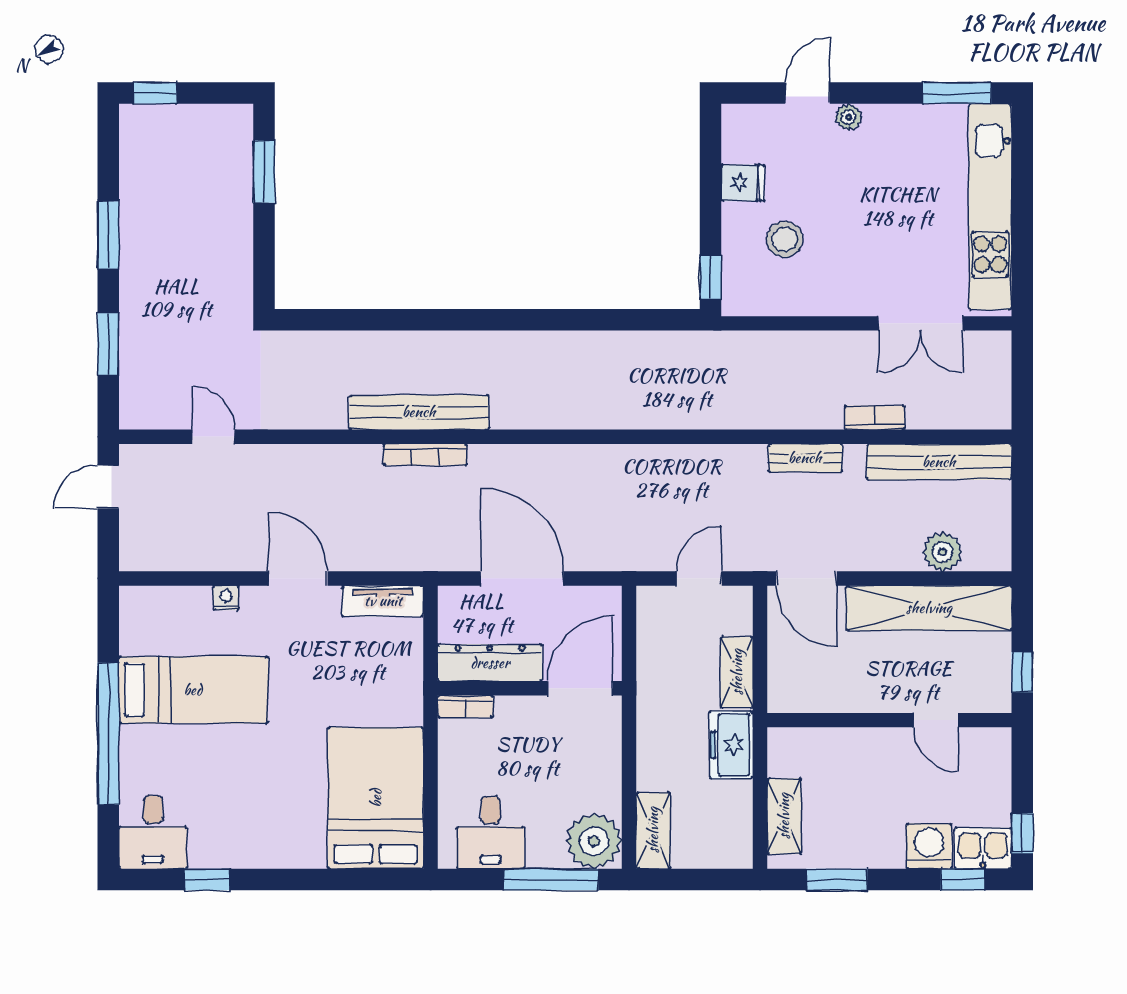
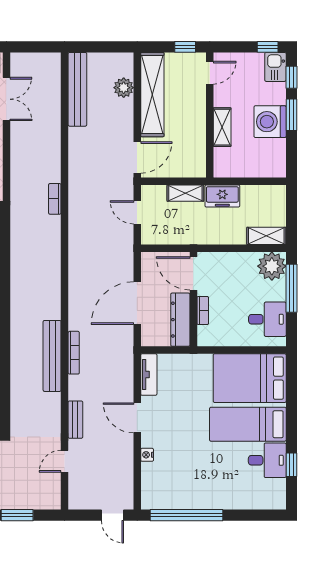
bookcase: (875, 418) -> (55, 199), moved
bench: (805, 458) -> (75, 420), moved
door: (108, 487) -> (112, 515), moved
door: (298, 578) -> (137, 418), hinge flipped
bed: (193, 690) -> (248, 424), moved, turned -90
bookcase: (465, 706) -> (203, 311), moved
door: (936, 720) -> (210, 73), moved
window: (108, 734) -> (187, 515), moved
shelving: (784, 816) -> (222, 127), moved, turned 90
desk: (153, 832) -> (267, 460), moved
washing machine: (929, 846) -> (270, 122), moved, width x1.37, depth x1.37
window: (837, 880) -> (291, 115), moved

